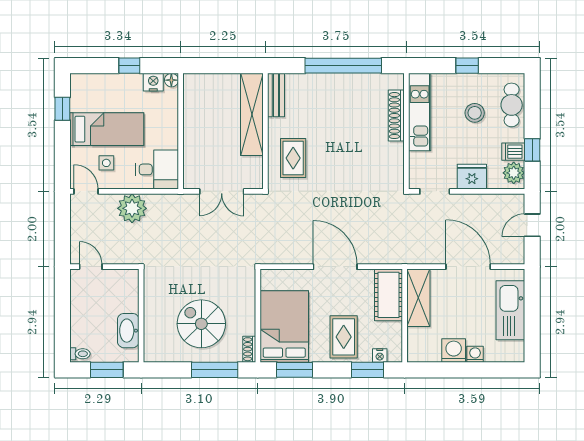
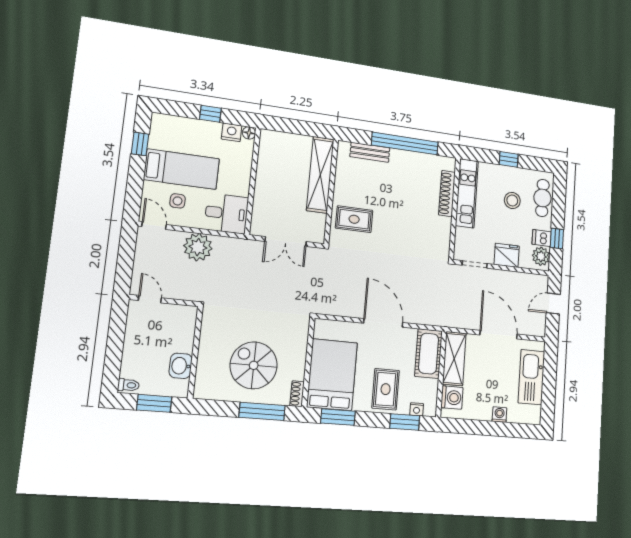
bench: (276, 95) -> (370, 152), moved, turned 90
rug: (293, 158) -> (354, 219), turned 90
washbasin: (128, 331) -> (181, 366), width x0.72
washing machine: (454, 350) -> (452, 397), moved, turned 90

